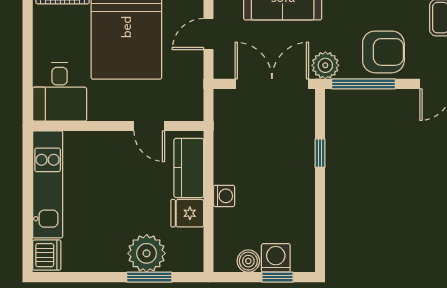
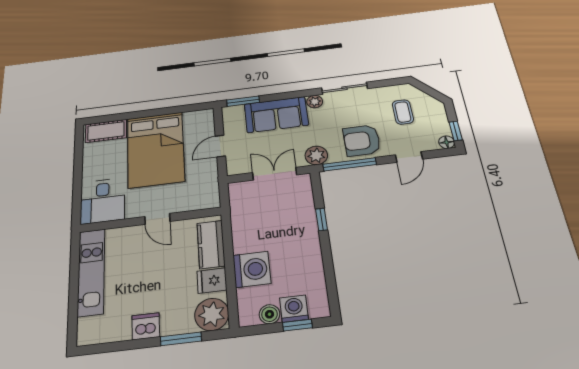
armchair: (383, 52) -> (362, 140), turned 180
double door: (272, 84) -> (275, 174), width x0.73
door: (149, 126) -> (157, 219), moved
washing machine: (224, 196) -> (252, 269), width x1.89, depth x1.89
plant: (147, 253) -> (212, 314), moved
dishwasher: (47, 255) -> (146, 326), moved, turned -90

